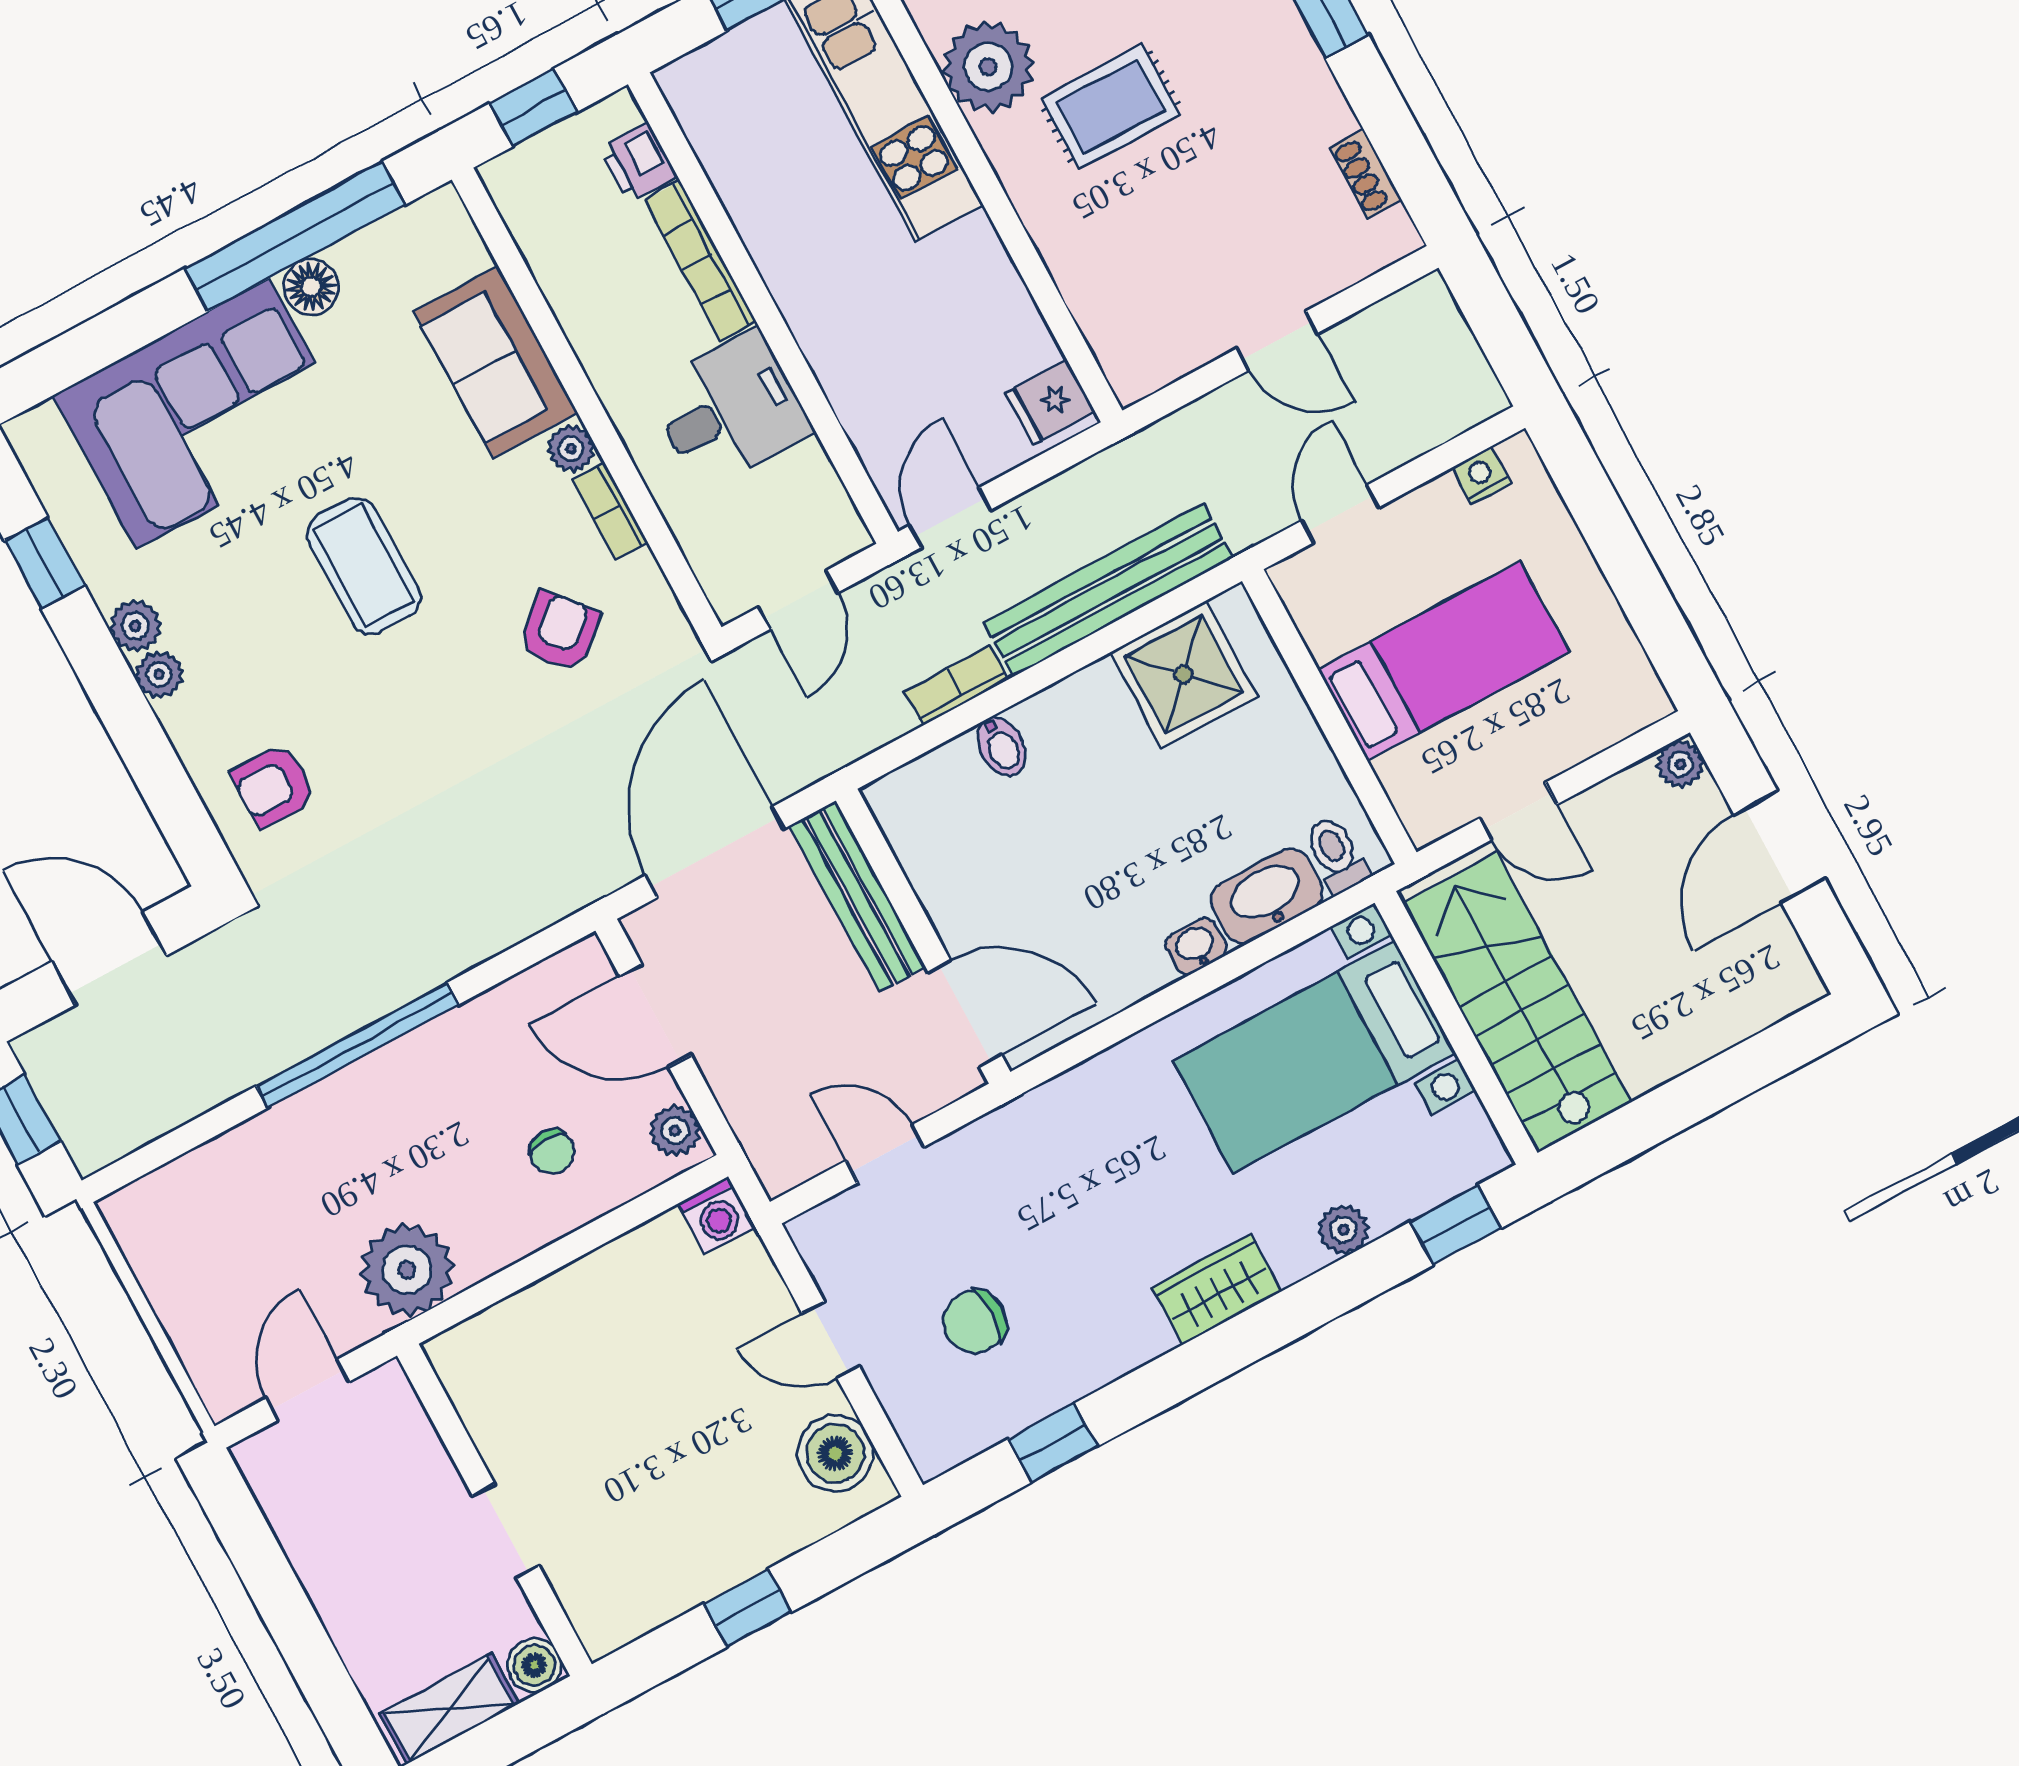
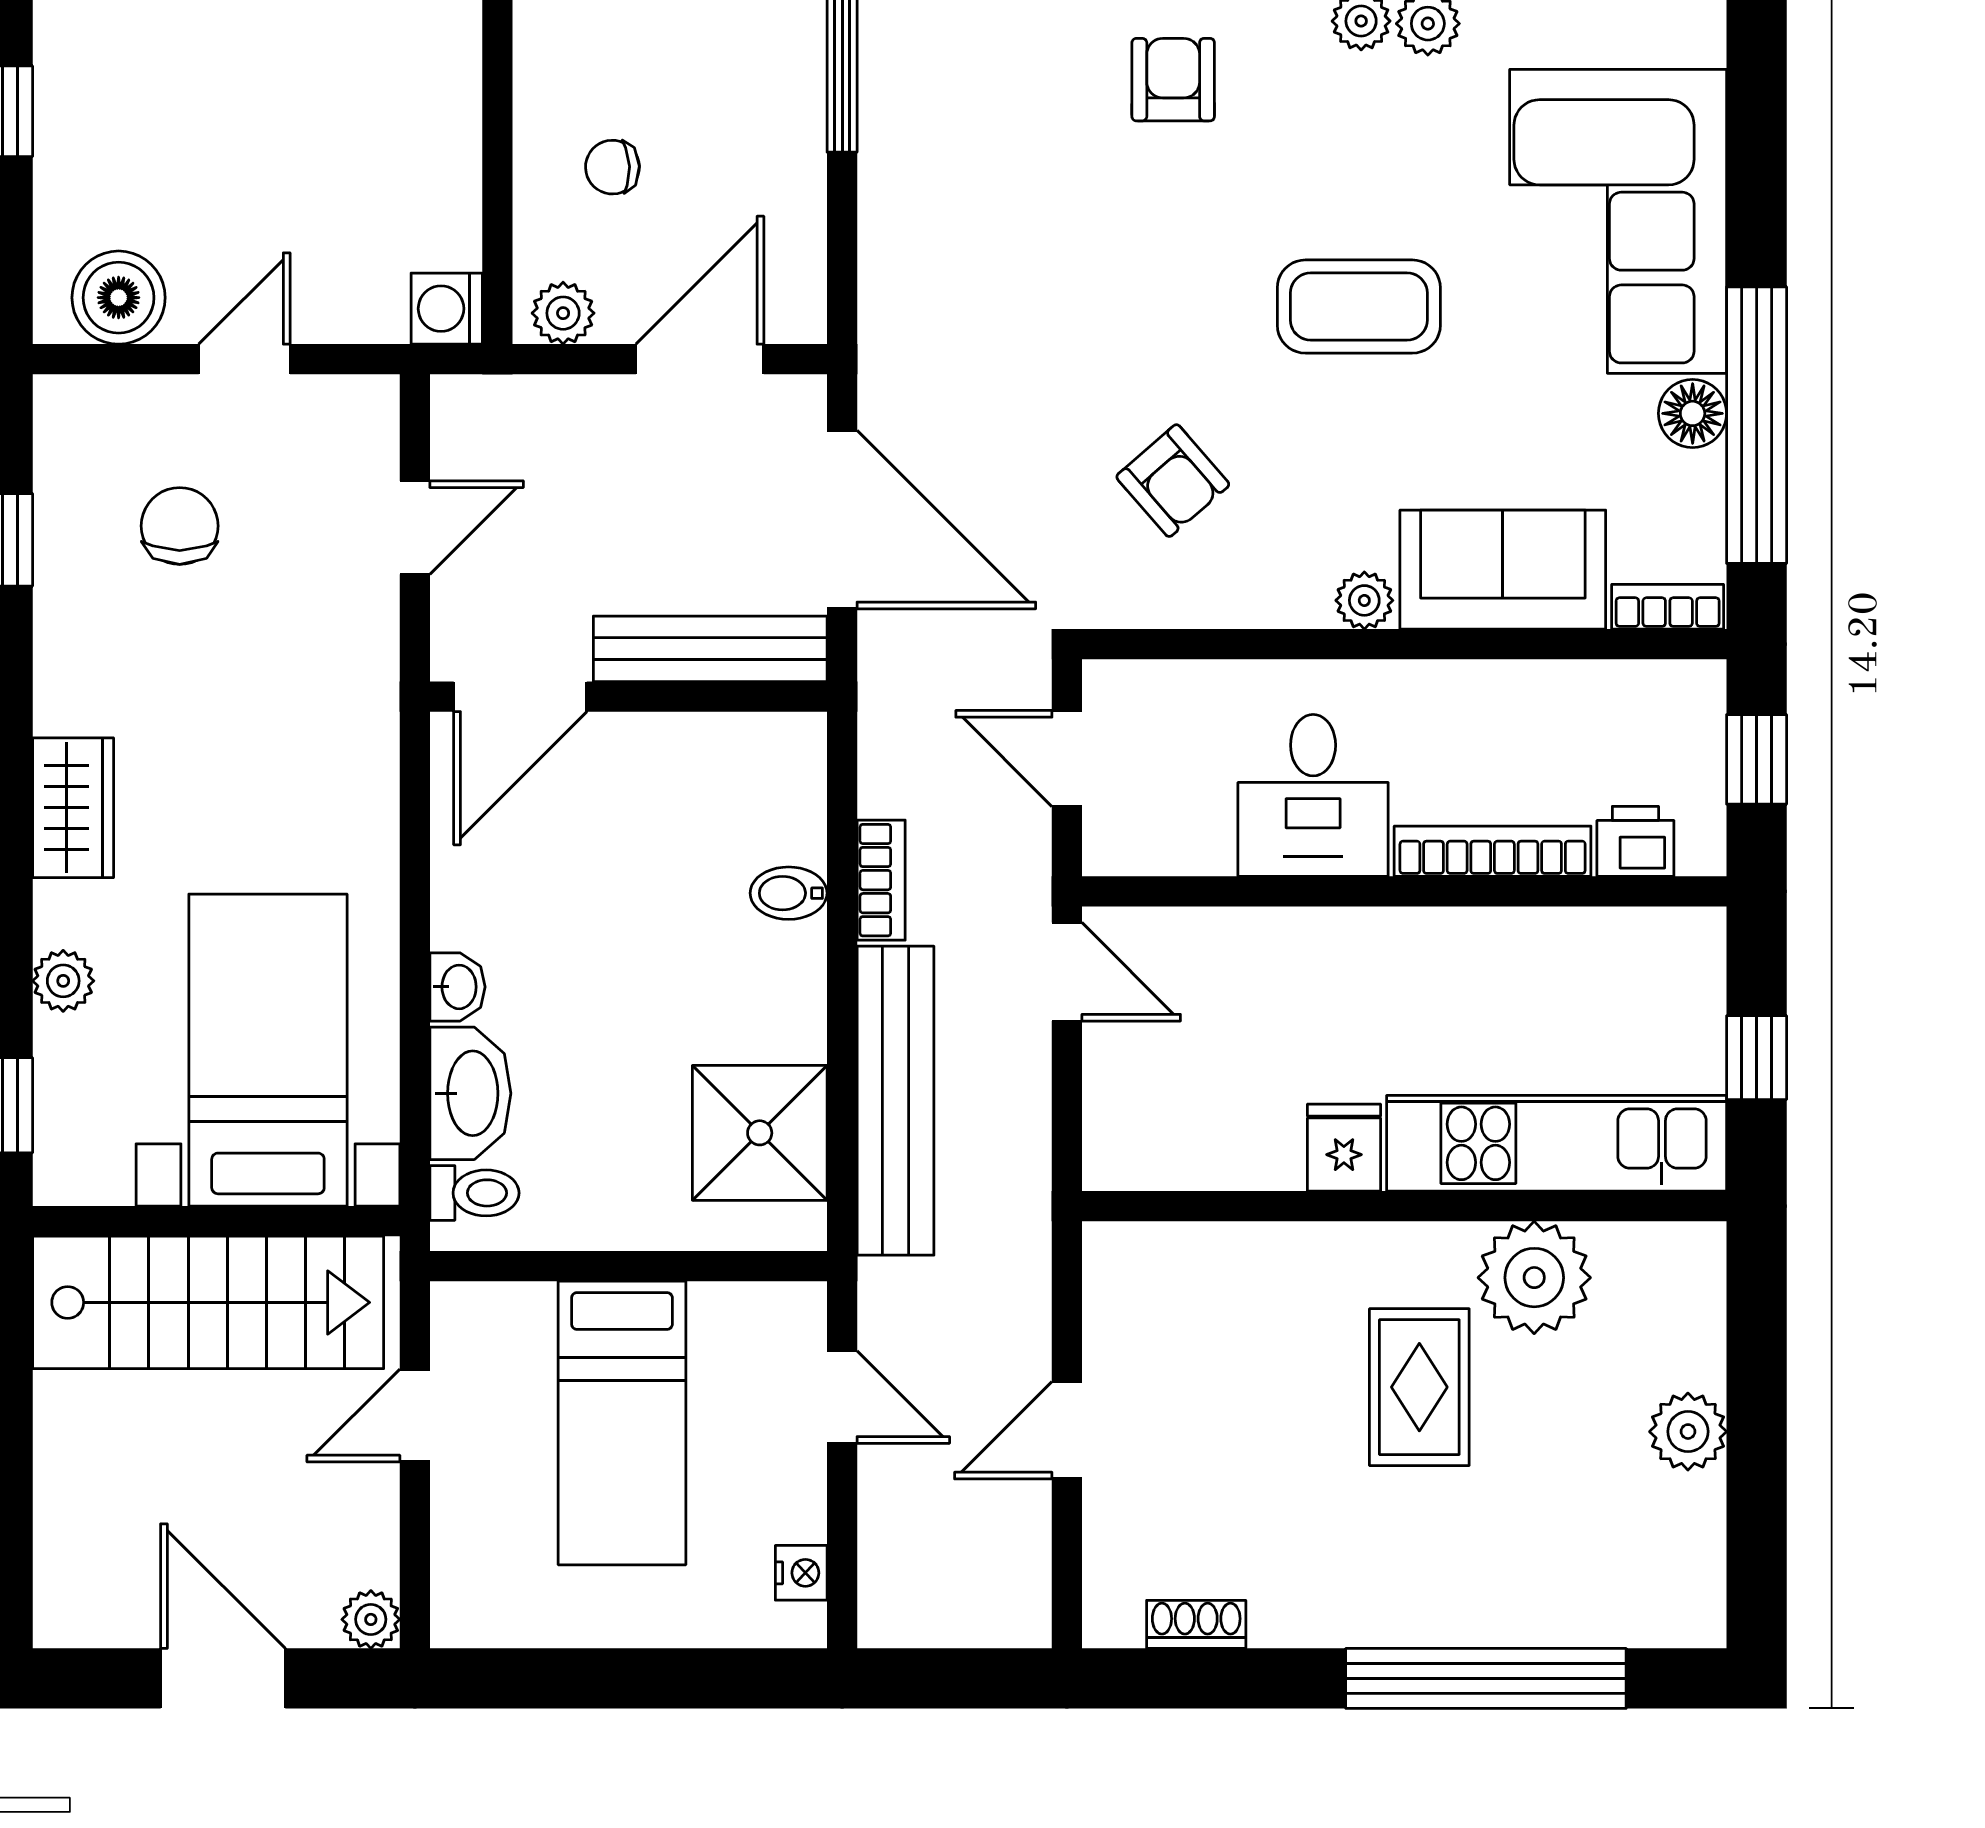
fridge: (1050, 402) -> (1344, 1148), moved
bookcase: (610, 511) -> (1668, 607), moved

